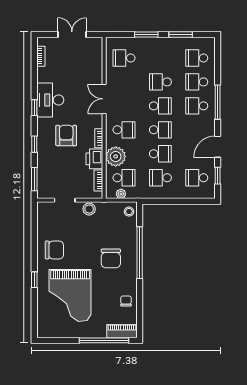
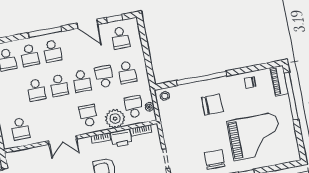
school desk: (160, 106) -> (59, 85), turned 180
school desk: (160, 130) -> (82, 81), turned 180
stool: (89, 209) -> (170, 134), removed

